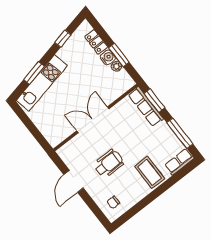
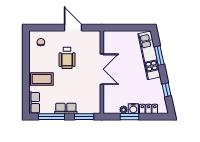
row of seats: (146, 107) -> (66, 108), moved, width x0.68

